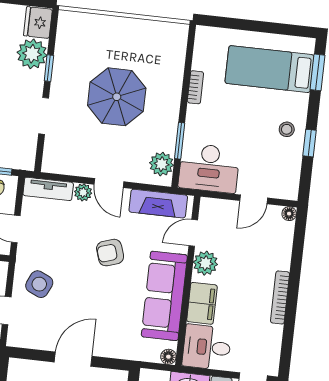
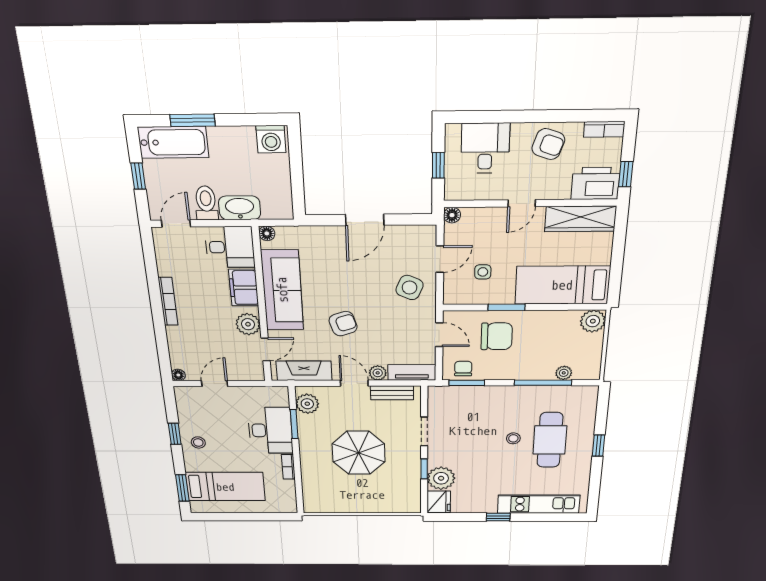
bench: (72, 167) -> (392, 393), added
desk: (209, 168) -> (270, 430), moved, turned 90

